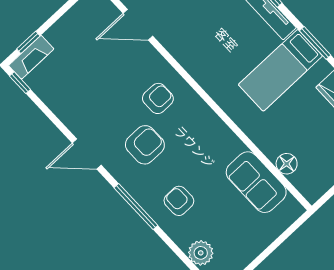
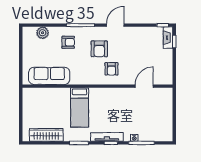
bed: (280, 70) -> (80, 107), moved, turned 180
floor lamp: (287, 164) -> (46, 93), removed
sofa: (256, 182) -> (49, 76), width x1.36

